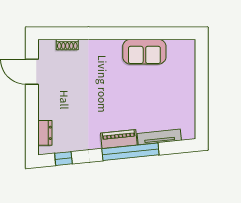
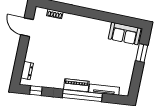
sofa: (144, 52) -> (125, 34), moved
window: (202, 74) -> (142, 53), added

